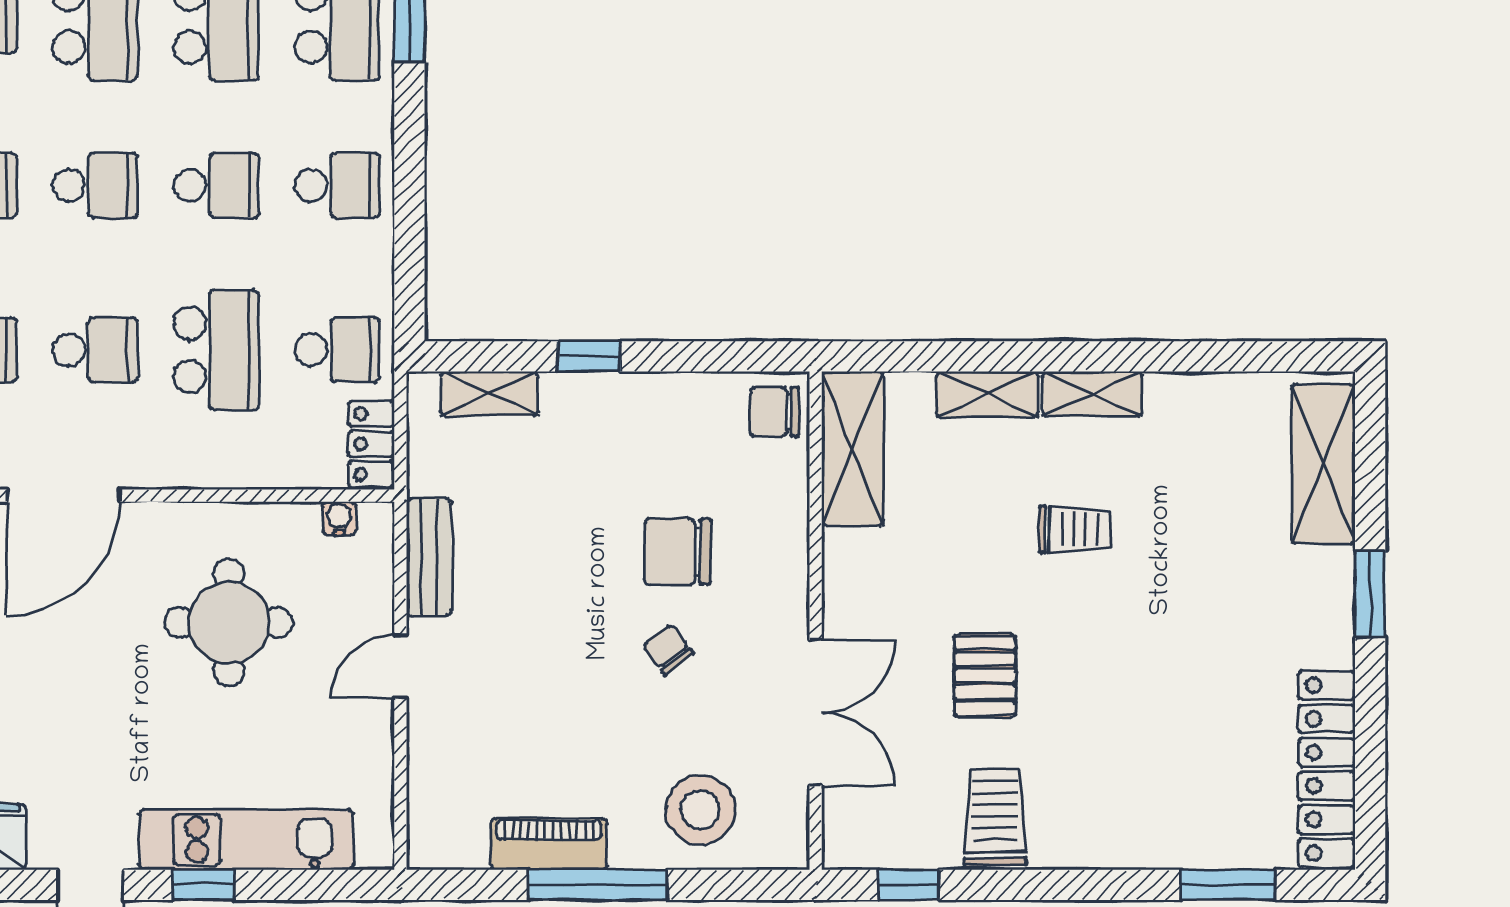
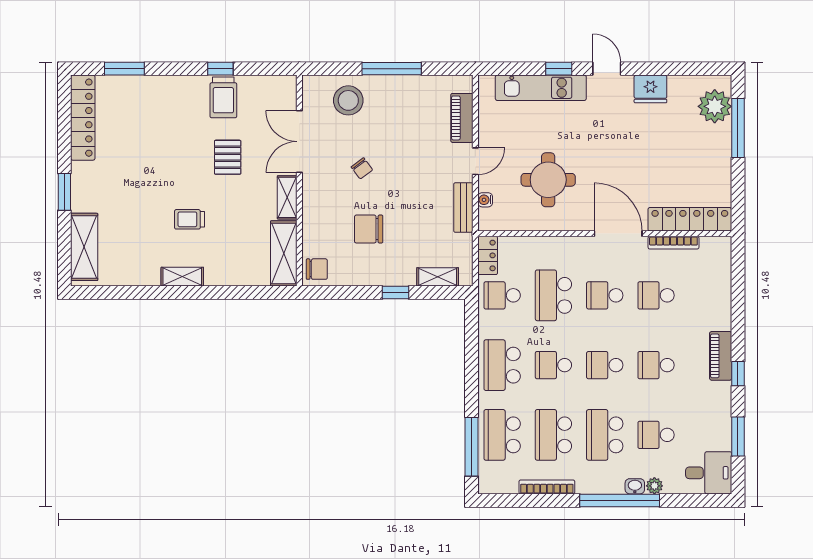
school desk: (337, 185) -> (502, 365), width x1.85
shelving: (987, 394) -> (287, 197), moved, turned 90
door: (64, 496) -> (618, 234), hinge flipped
water cooler: (339, 519) -> (485, 200), moved, turned 90
chair: (678, 552) -> (369, 229), moved, turned 180
piano: (549, 844) -> (462, 118), moved, turned 90
window: (909, 885) -> (220, 69), moved

